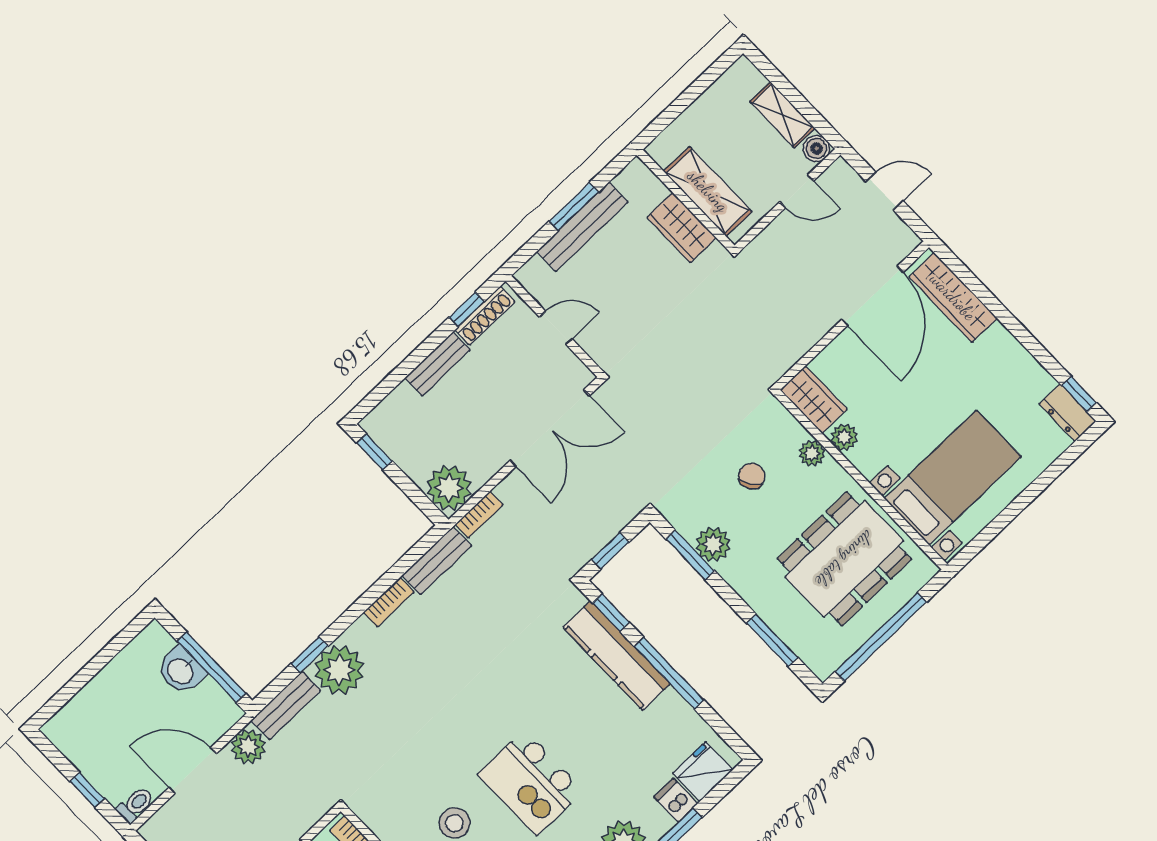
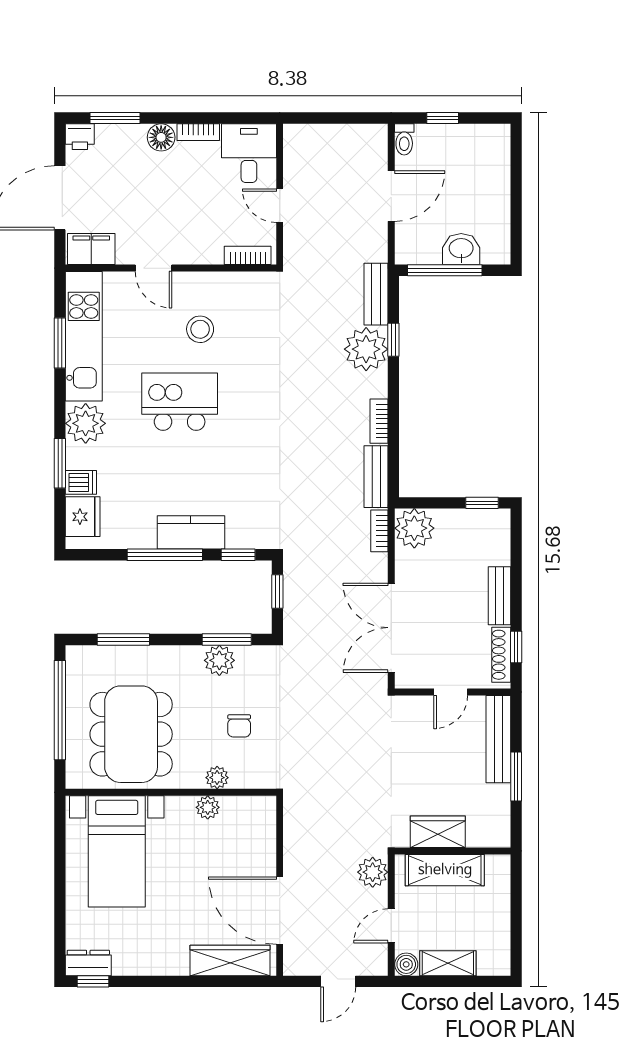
bench: (582, 227) -> (498, 739), moved
wardrobe: (814, 400) -> (250, 811), removed
chair: (752, 476) -> (239, 726), turned 35
kitchen counter: (617, 656) -> (191, 532), width x0.67
plant: (248, 747) -> (373, 872), moved

